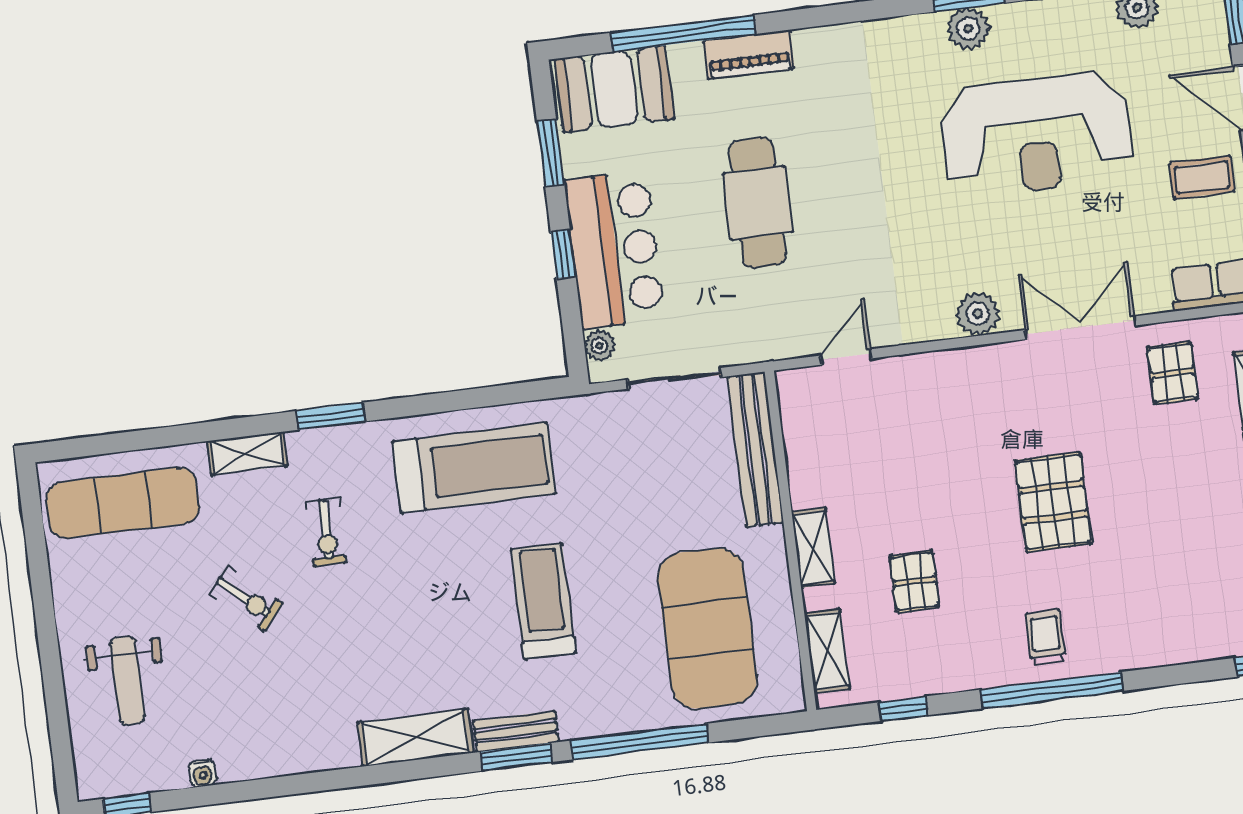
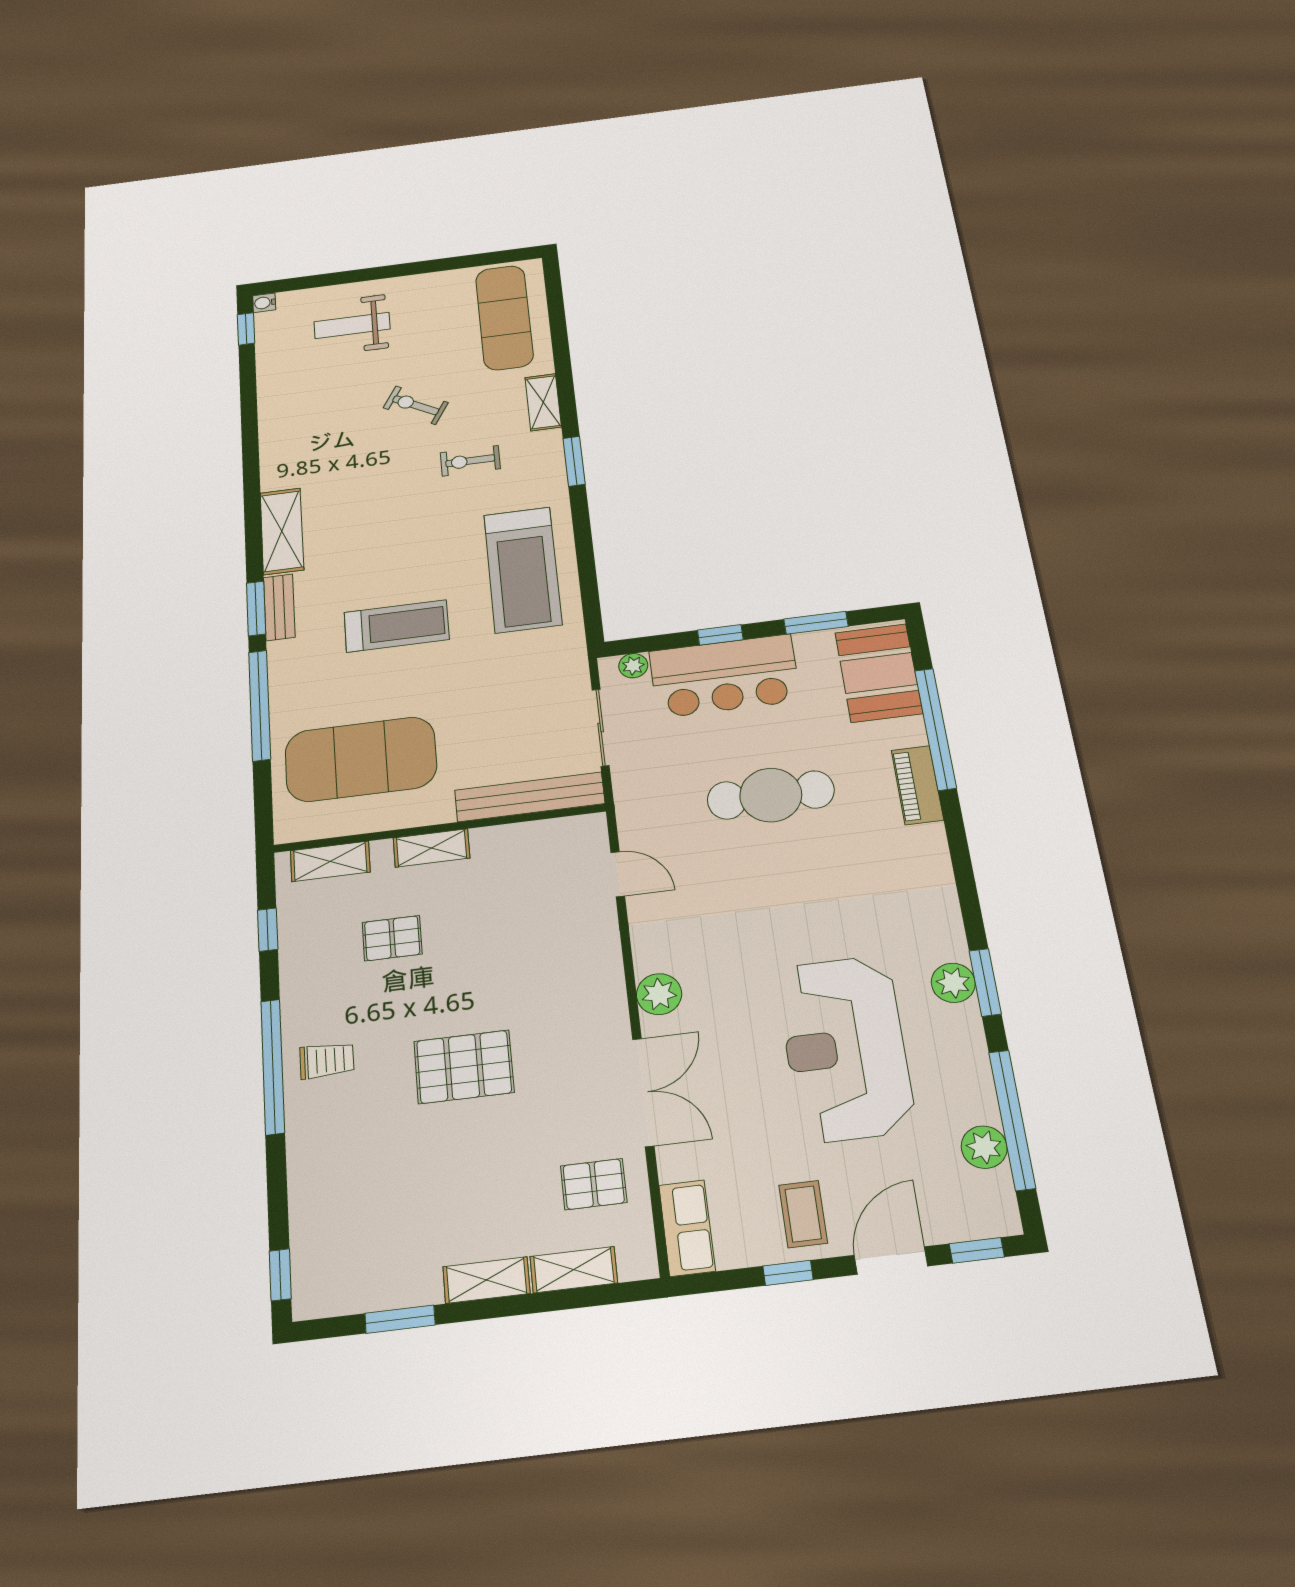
exercise bike: (246, 599) -> (416, 405), turned 79
water cooler: (202, 773) -> (264, 303), moved

